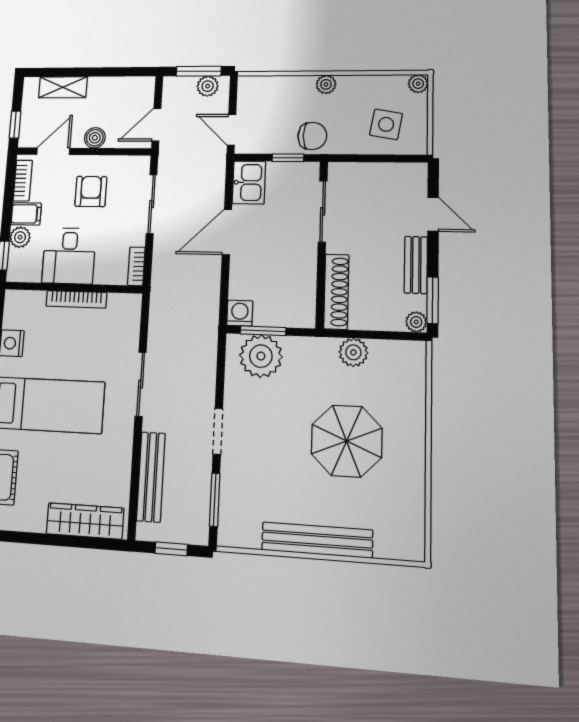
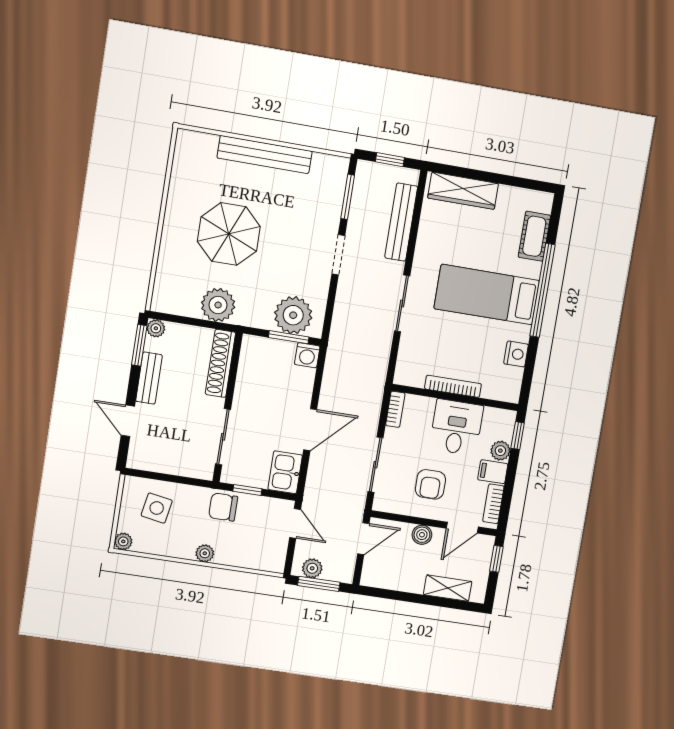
plant: (353, 352) -> (218, 305), width x1.36, depth x1.36

